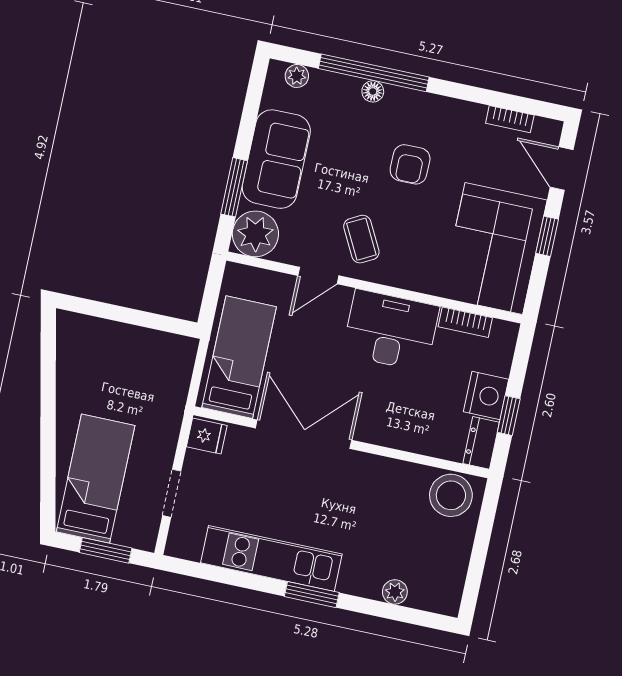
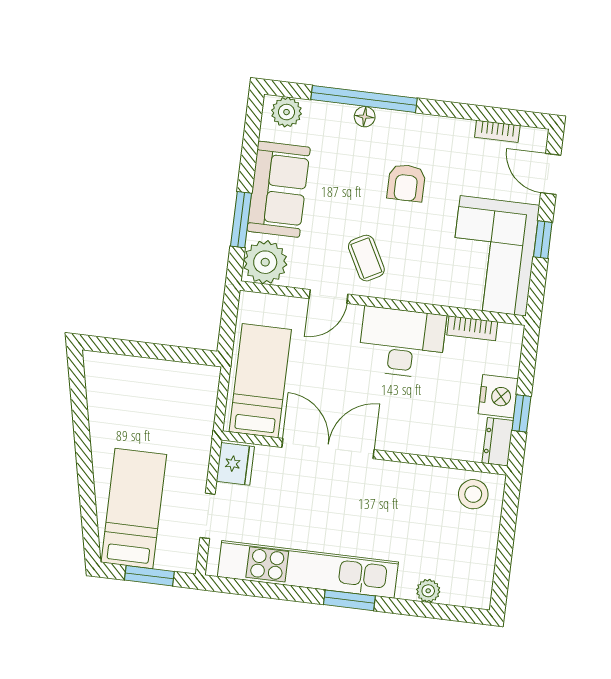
plant: (297, 76) -> (286, 112), width x1.38, depth x1.38
fridge: (207, 436) -> (235, 464), width x1.38
stool: (451, 495) -> (473, 494), width x0.73, depth x0.73
kitchen unit: (271, 558) -> (308, 569), width x1.36

